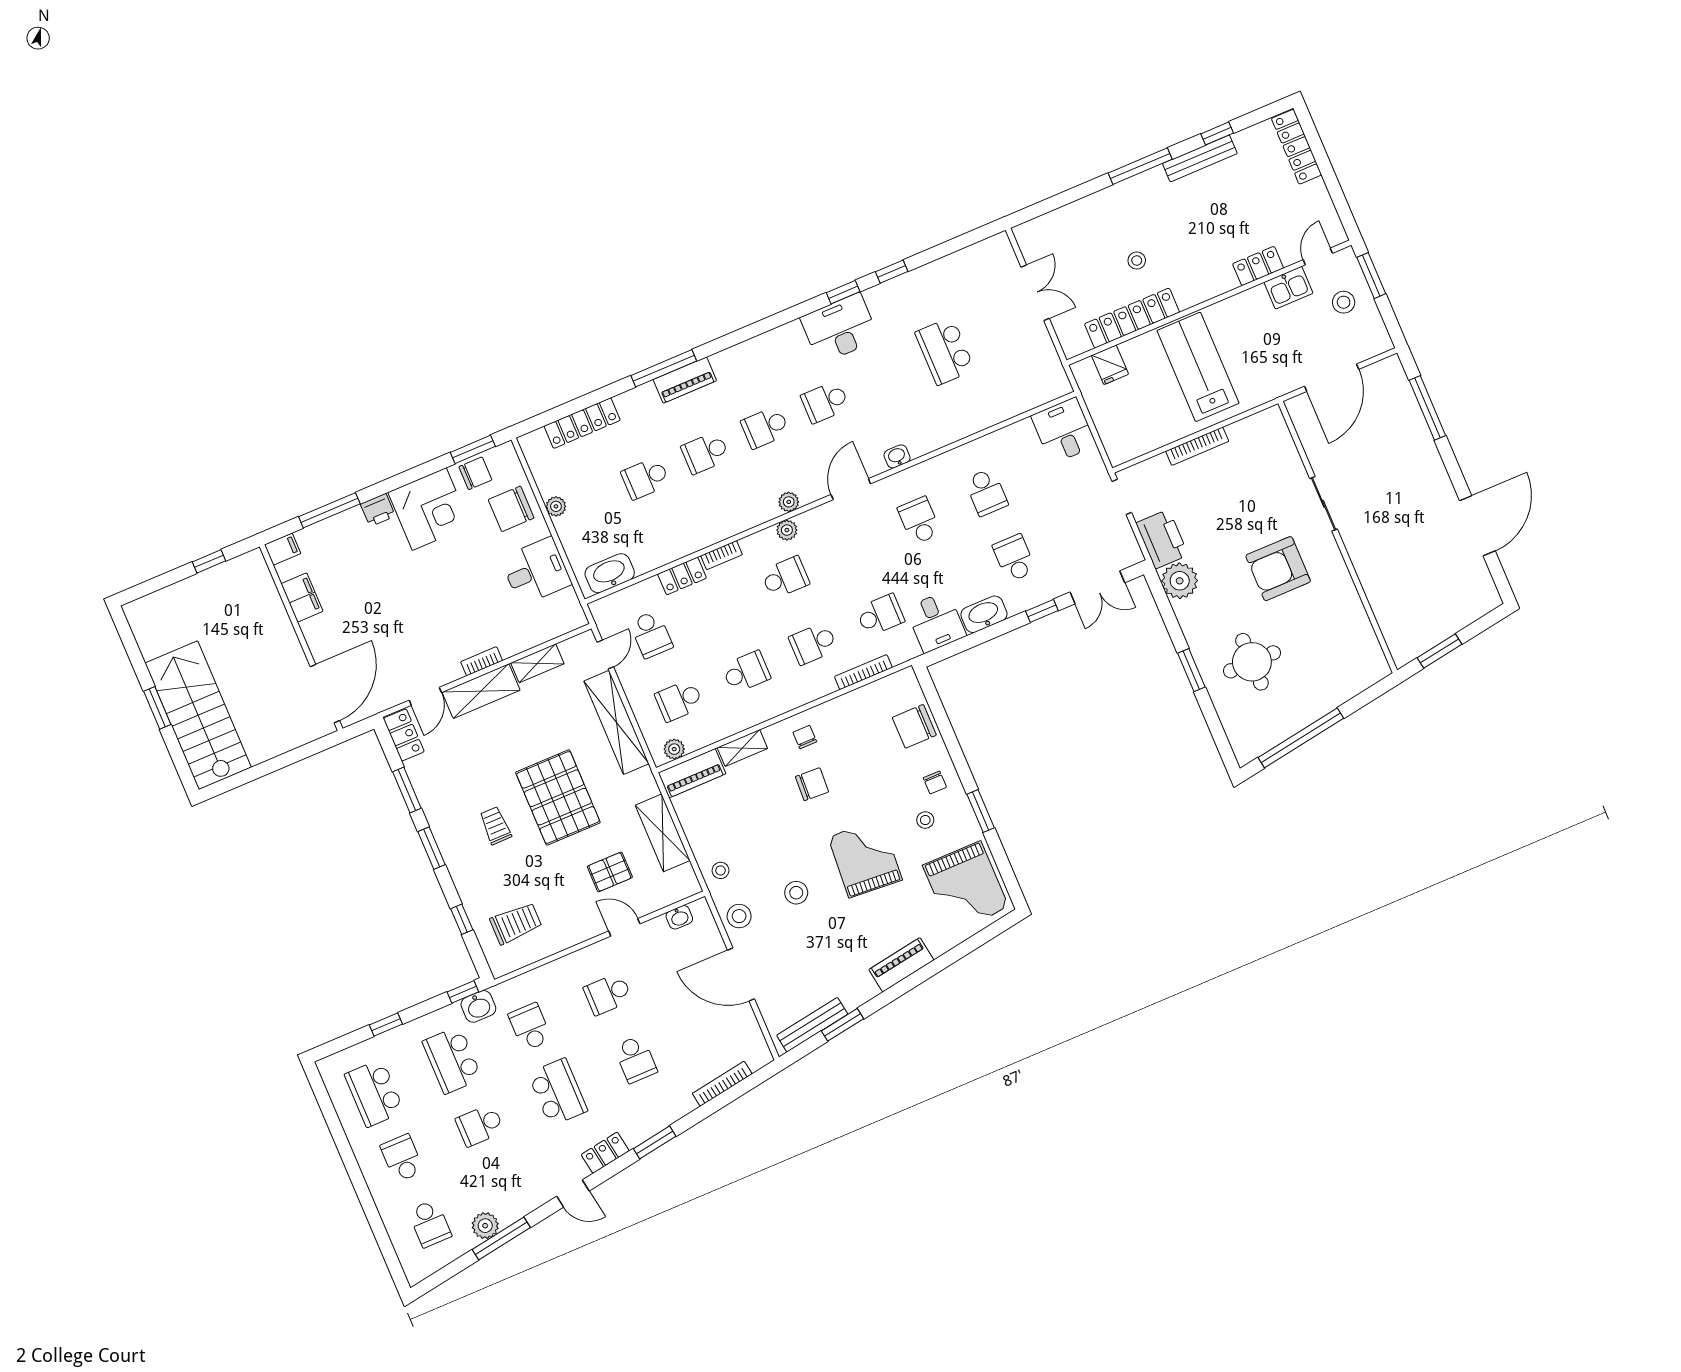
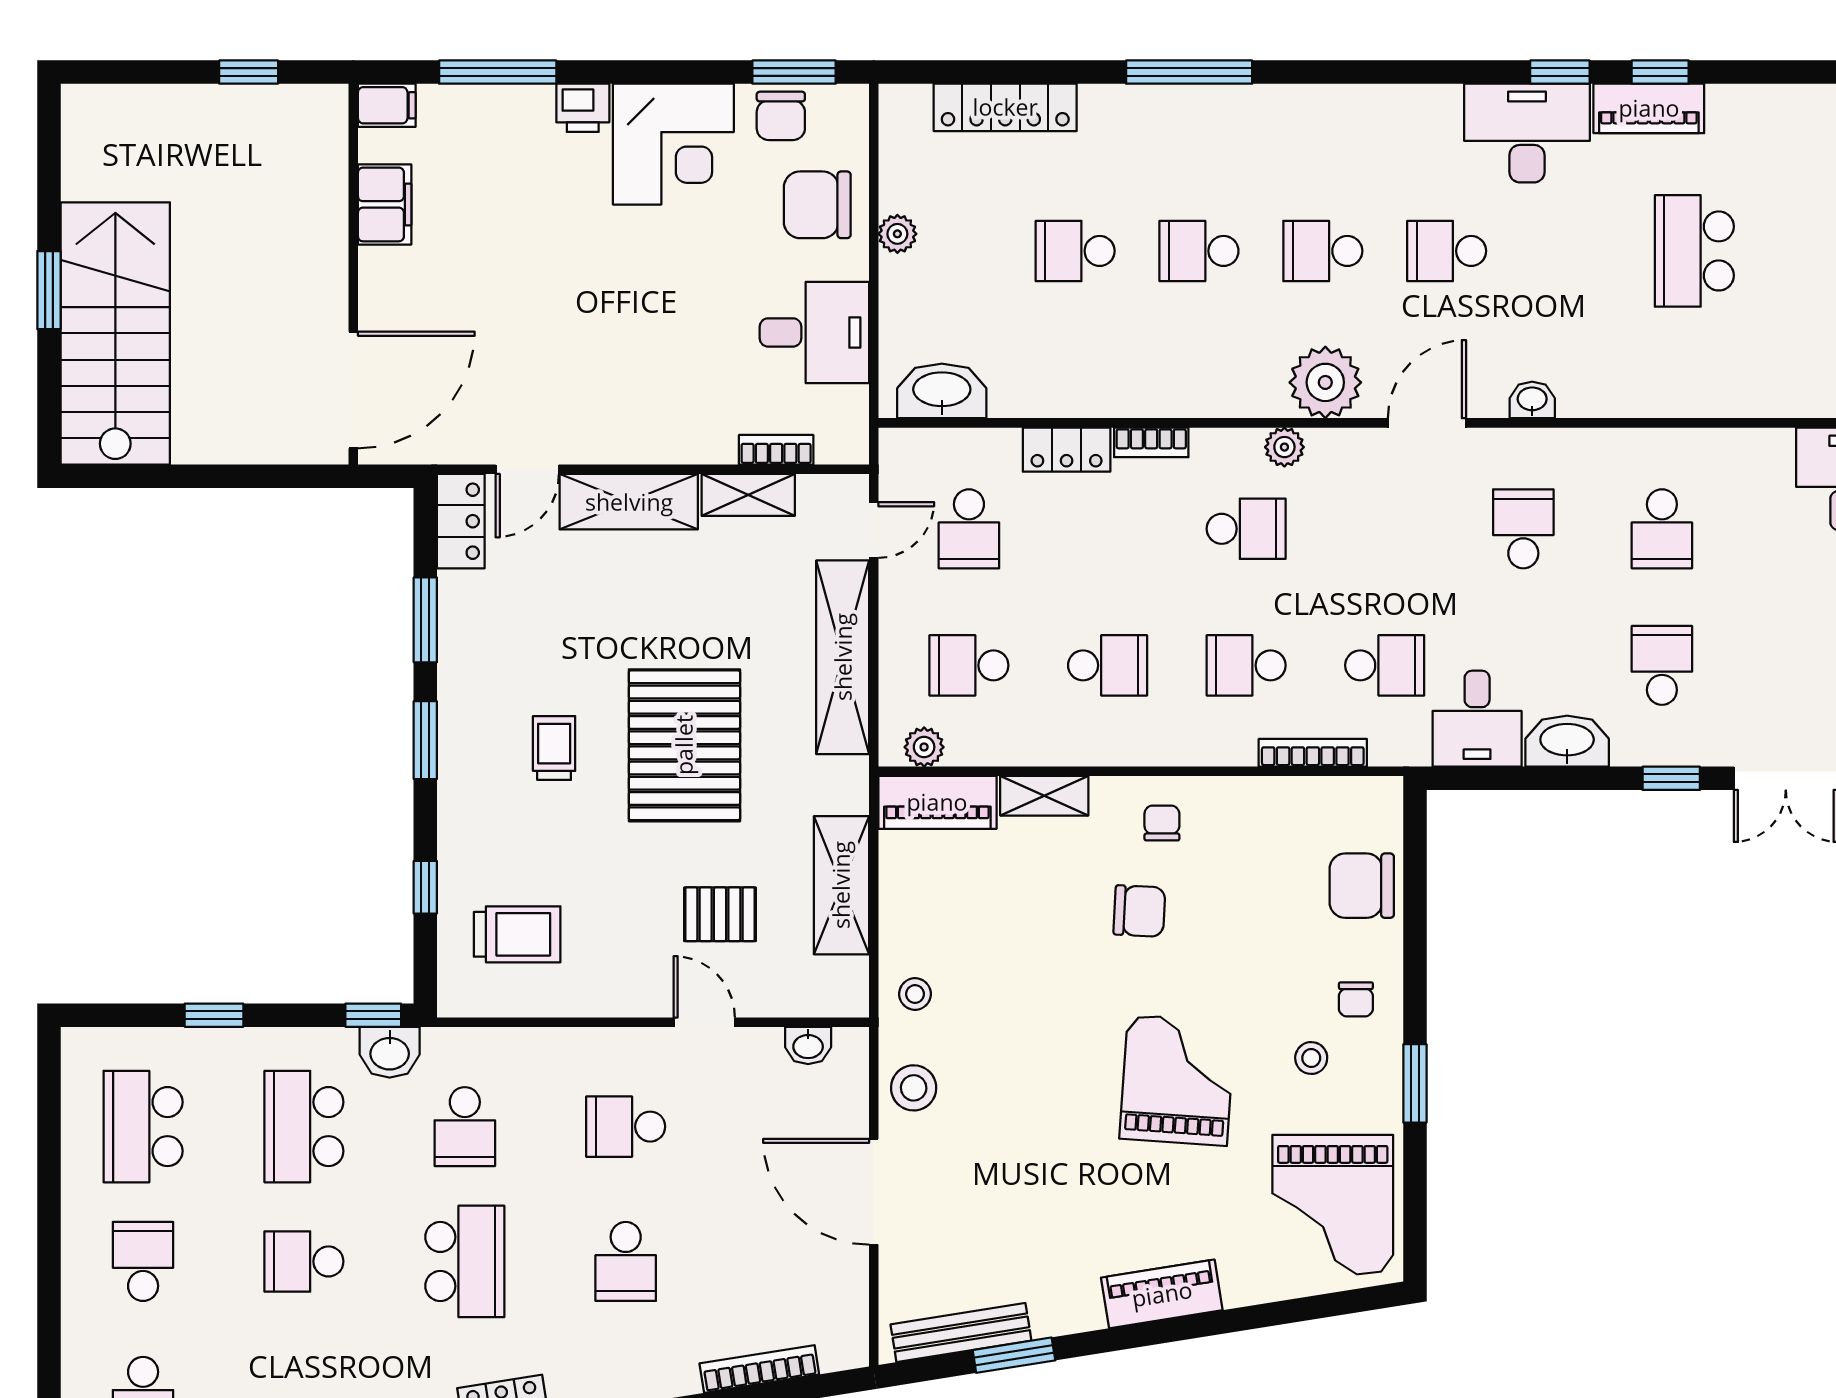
piano: (685, 380) -> (1649, 108), moved
chair: (475, 473) -> (781, 116), turned 90
plant: (789, 502) -> (1325, 382), width x1.88, depth x1.88
bookcase: (482, 661) -> (776, 450), moved
stool: (796, 893) -> (1031, 1089), removed
school desk: (530, 1027) -> (465, 1127), turned 180

